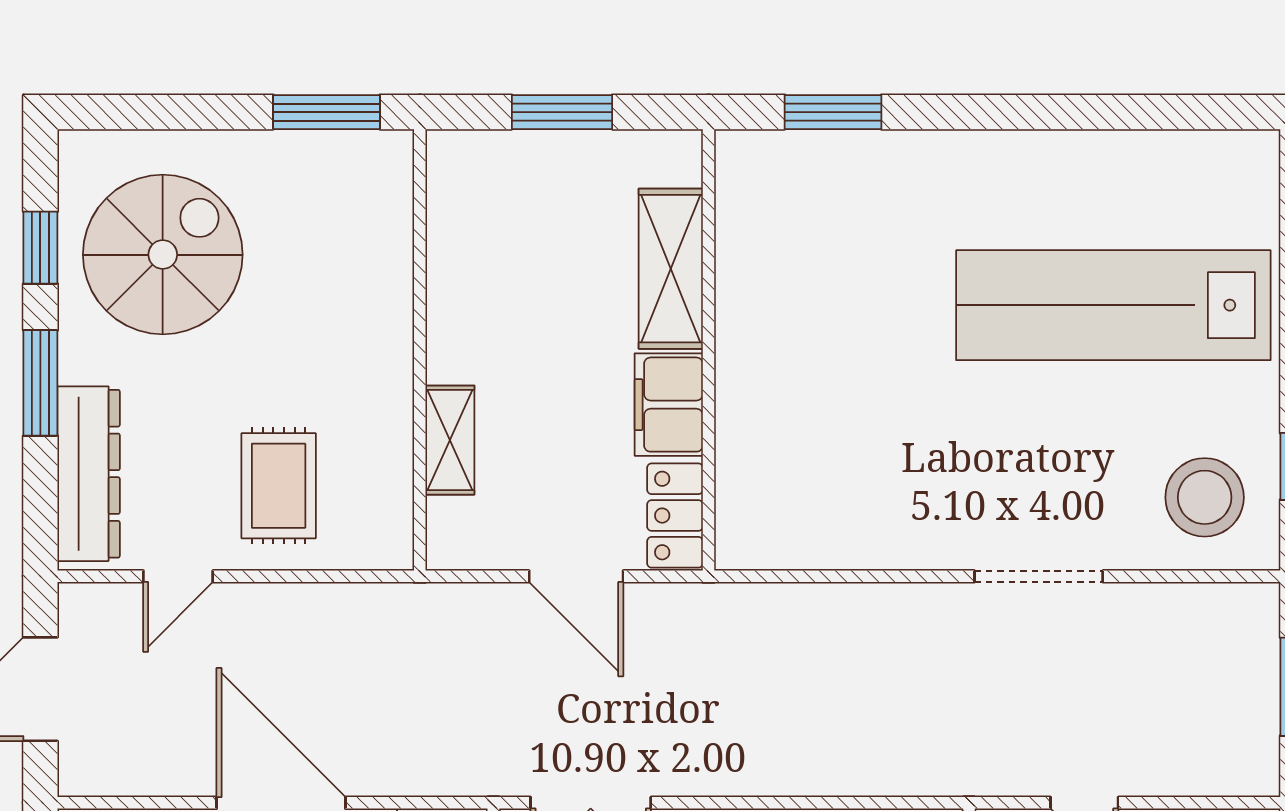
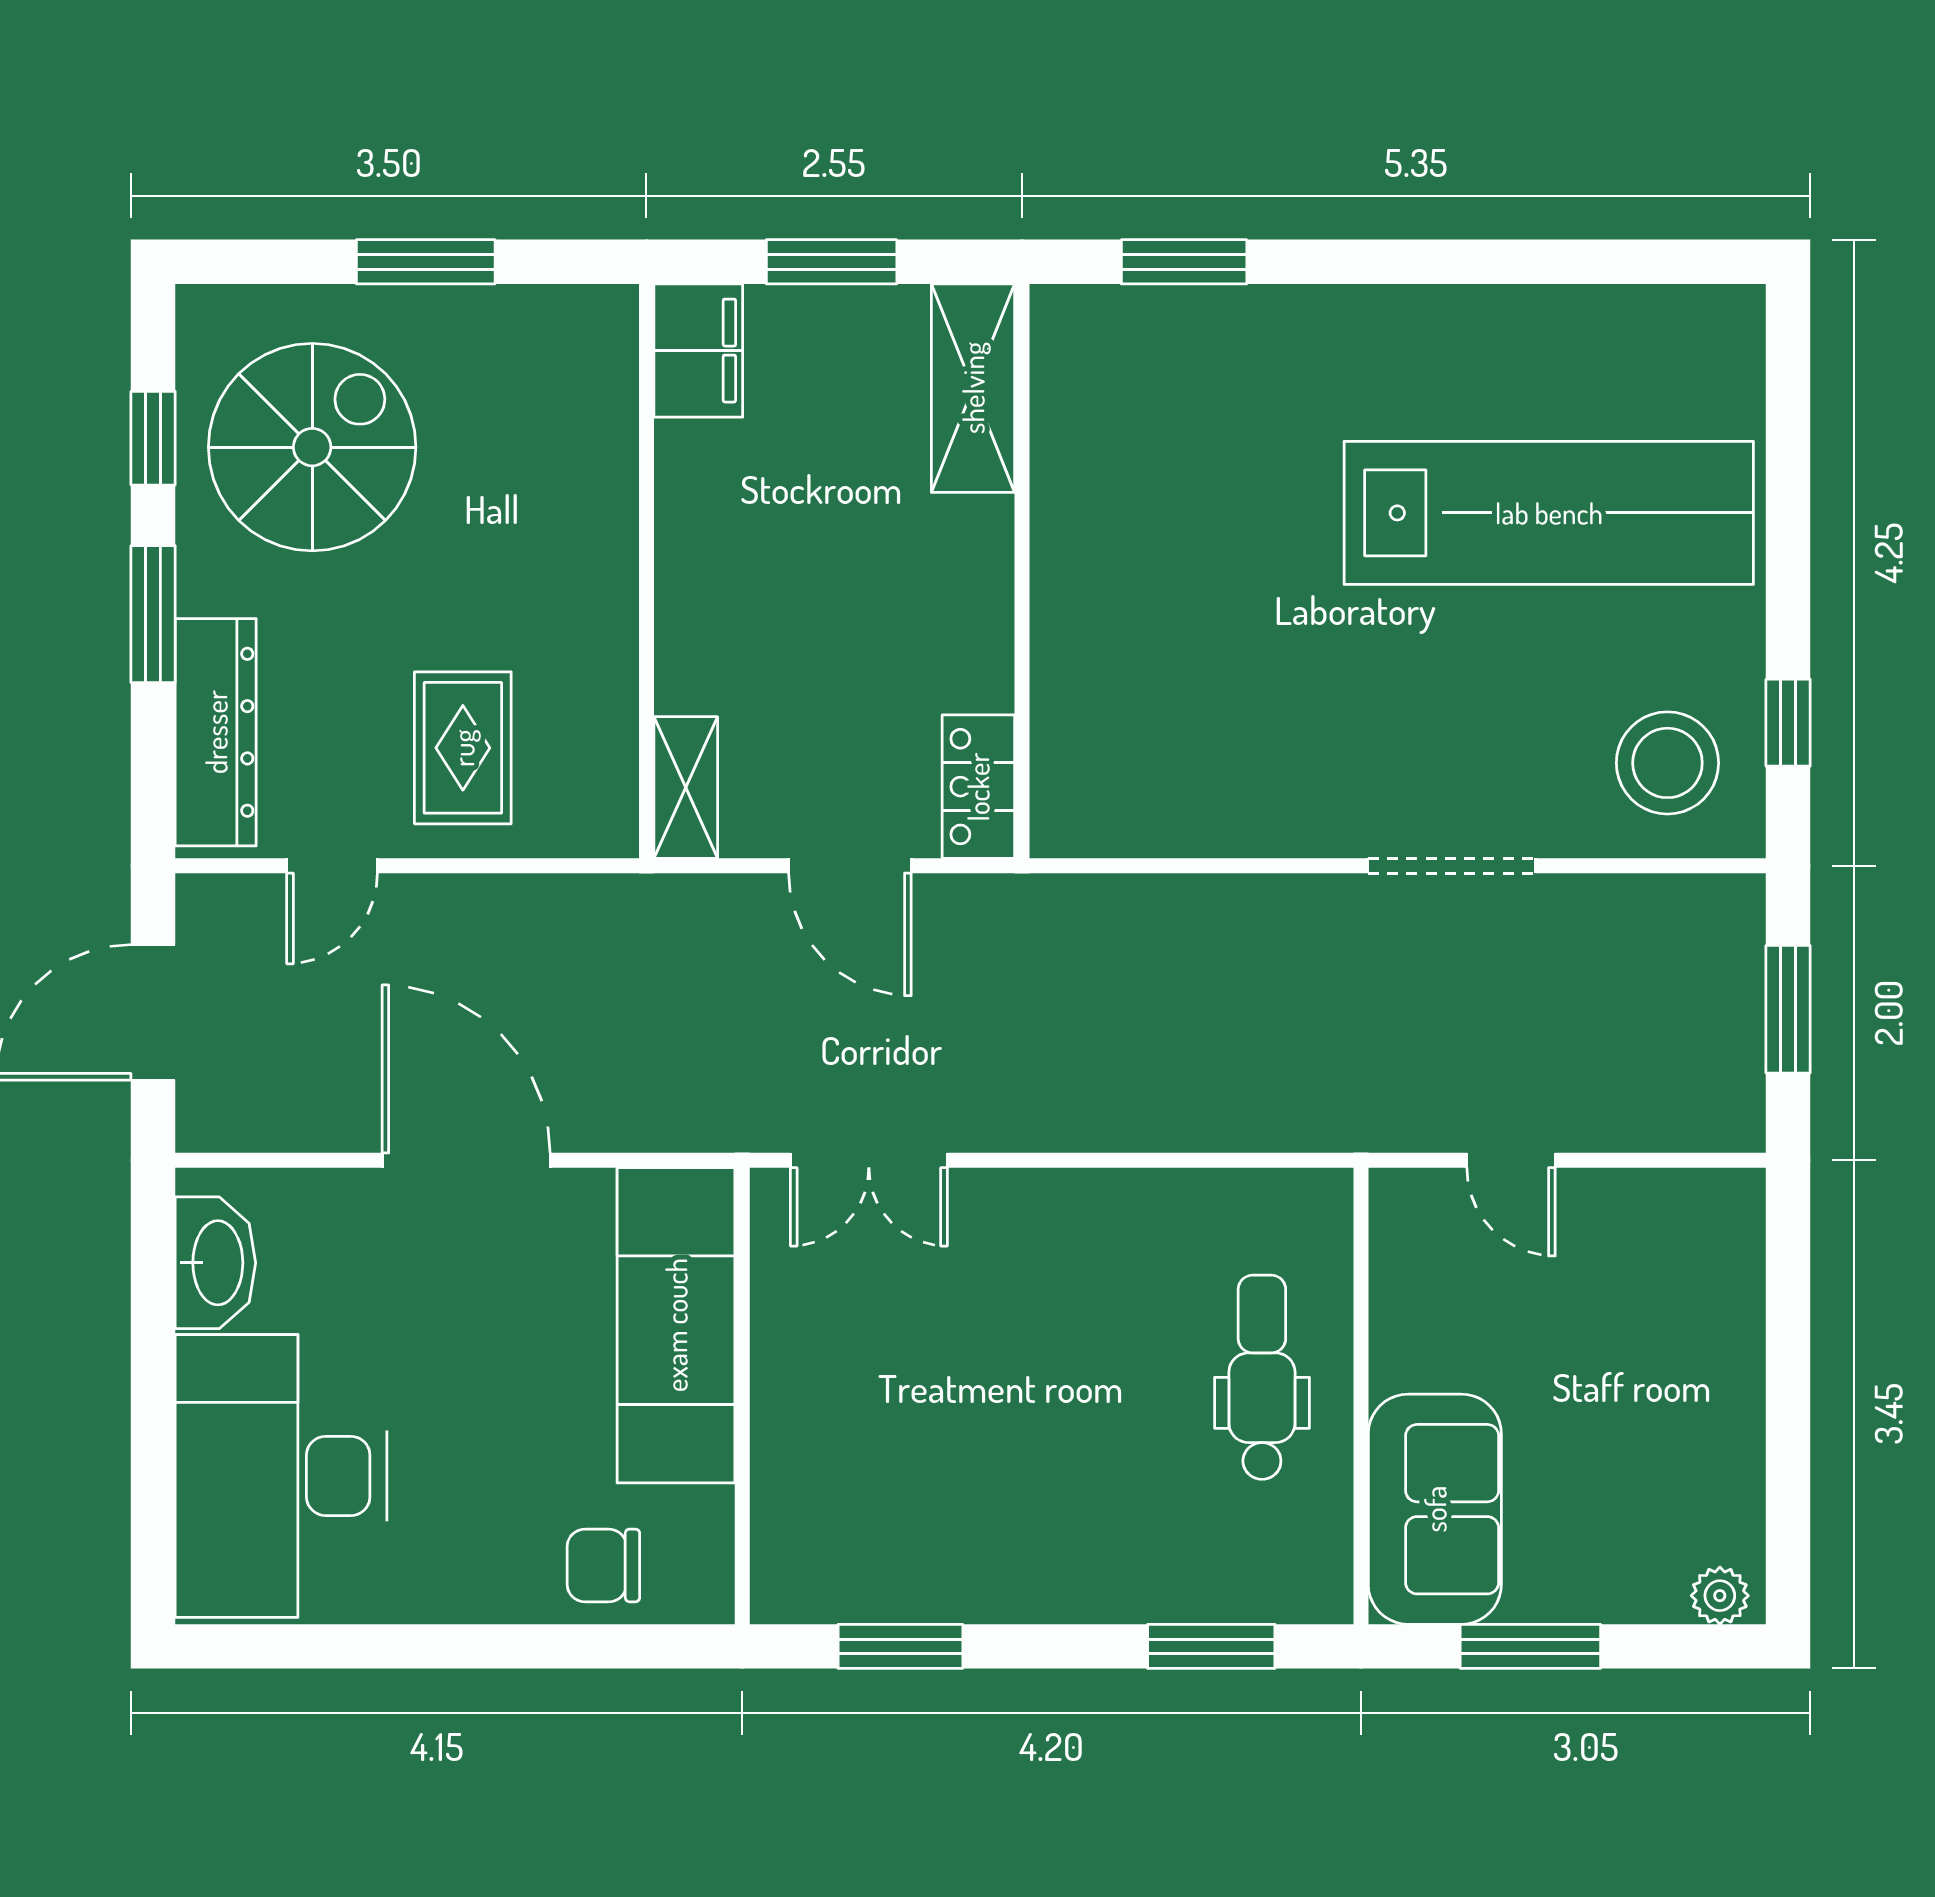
window: (327, 112) -> (426, 262), moved
shelving: (671, 269) -> (973, 388), moved
lab bench: (1113, 305) -> (1549, 513), turned 180
filing cabinet: (669, 405) -> (698, 351), moved, turned 180
shelving: (450, 440) -> (686, 788), moved

